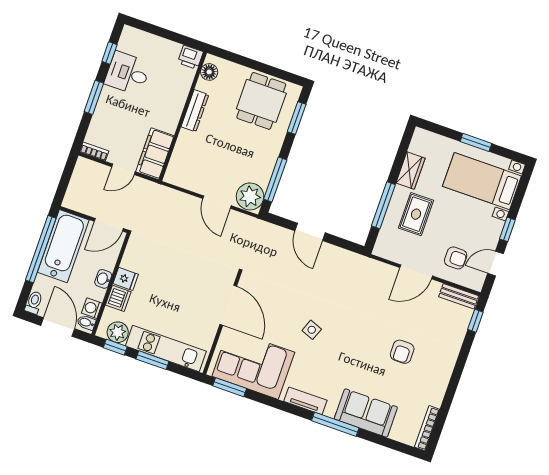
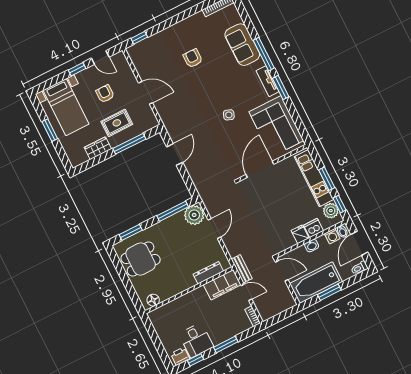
printer: (190, 57) -> (180, 356), moved, turned -90
dresser: (195, 111) -> (208, 273), moved
door: (310, 232) -> (175, 155), moved
window: (41, 249) -> (329, 292), width x0.47
armchair: (456, 258) -> (105, 94), moved
bench: (459, 296) -> (242, 269), moved
armchair: (402, 352) -> (193, 58), turned -90
window: (230, 387) -> (281, 87), moved

